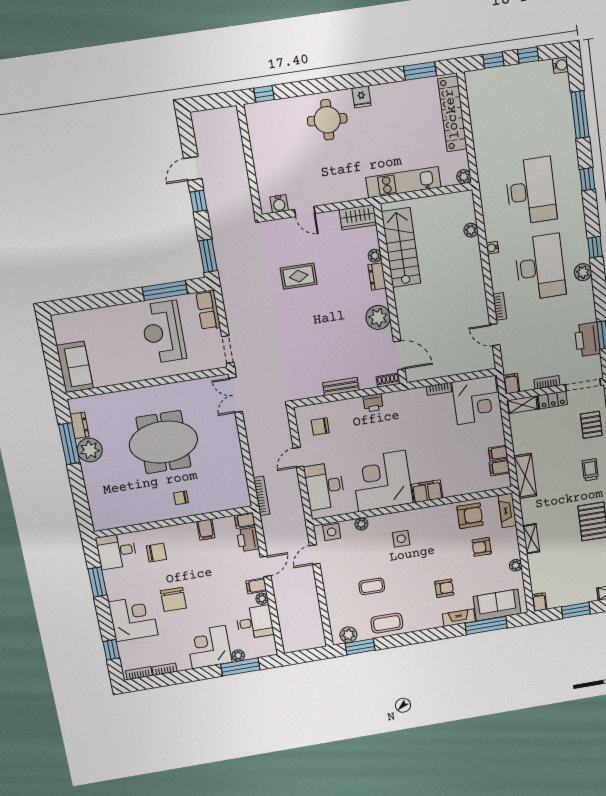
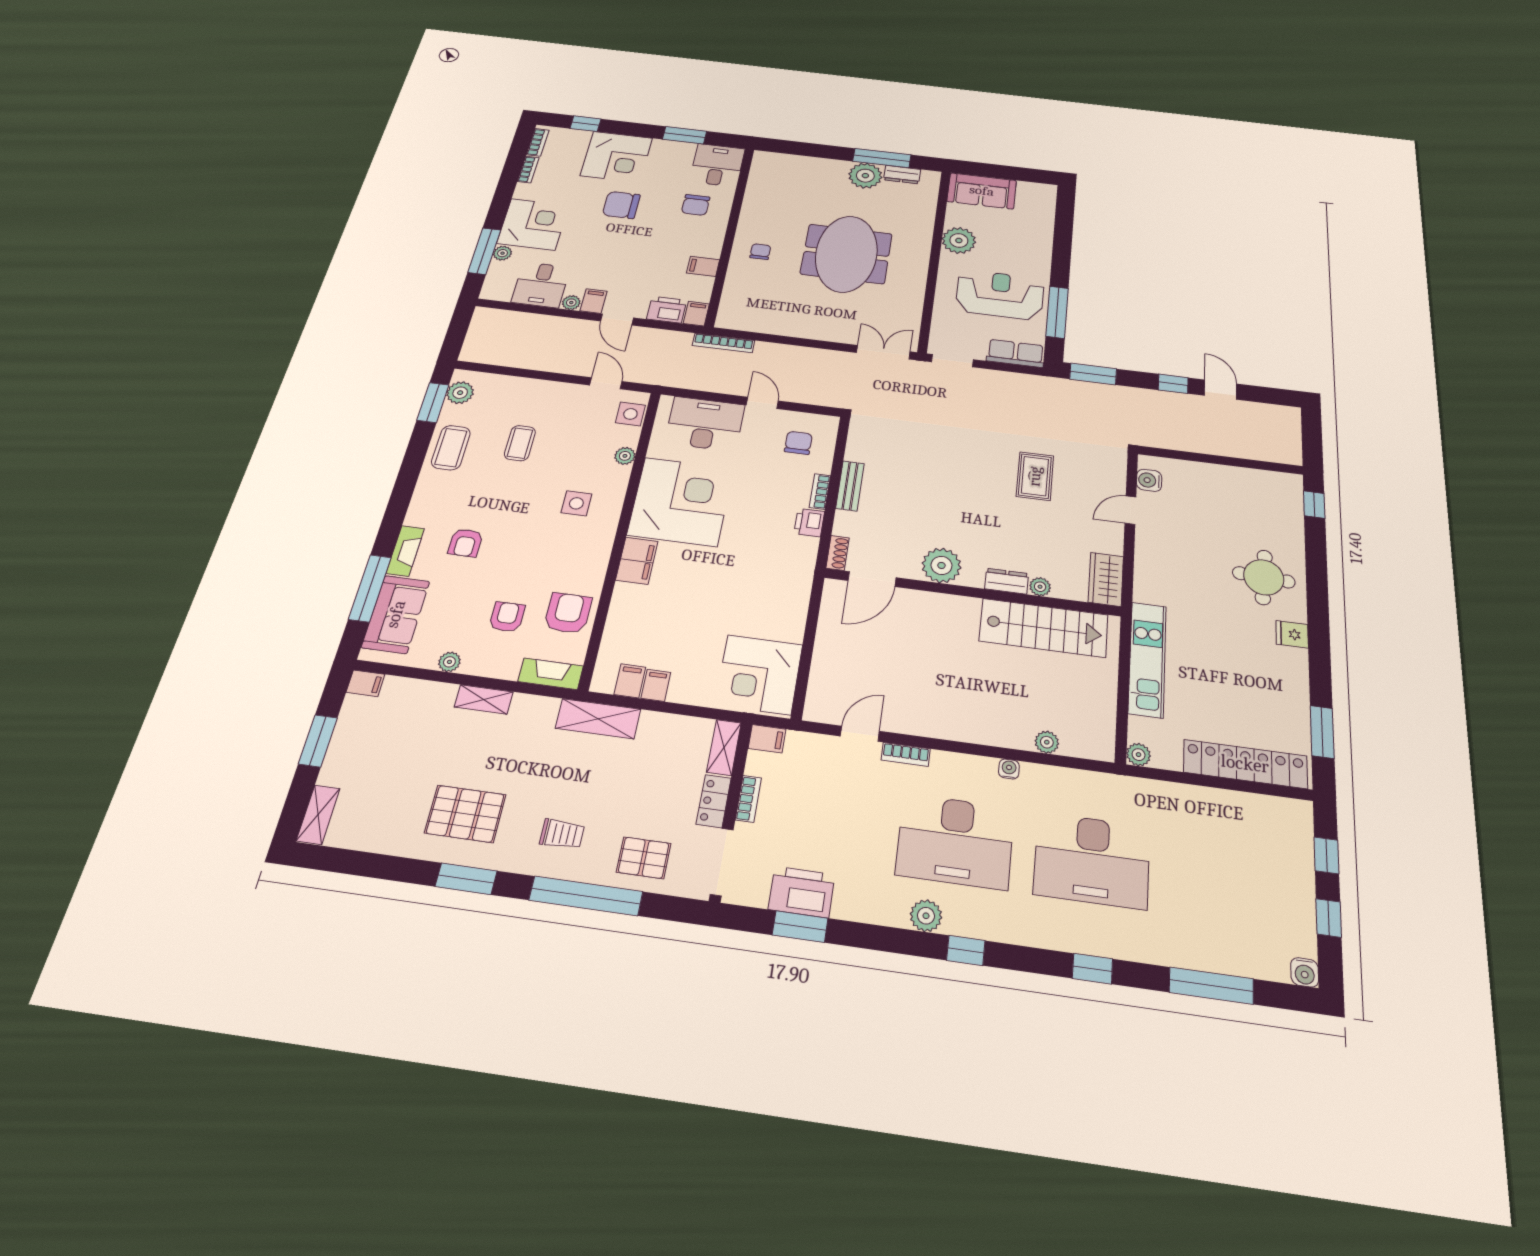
plant: (126, 371) -> (959, 240), added
bookcase: (439, 389) -> (820, 492), moved
armchair: (470, 516) -> (568, 613), turned 180

